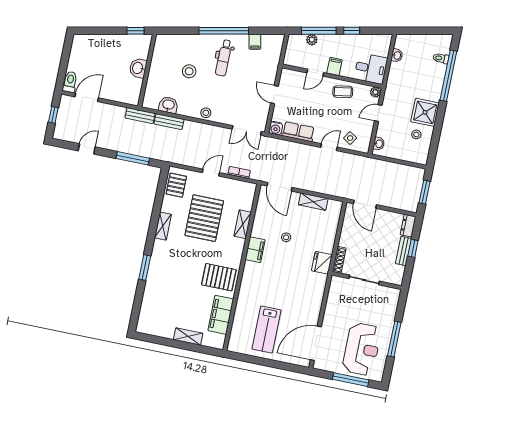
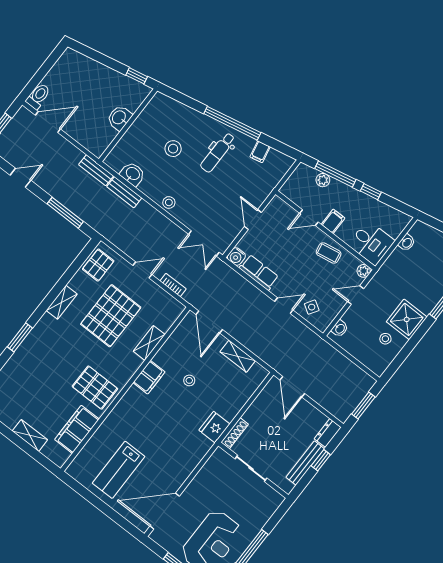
bench: (403, 251) -> (305, 463), width x1.36

